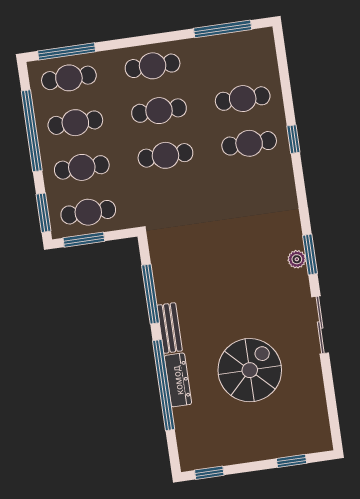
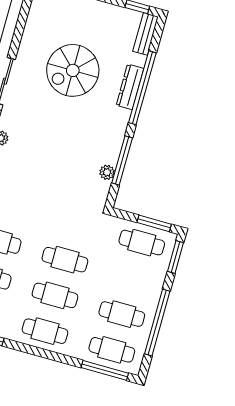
cafe table: (82, 167) -> (132, 278), removed
plant: (162, 273) -> (107, 172), added
bench: (170, 328) -> (145, 34), moved

